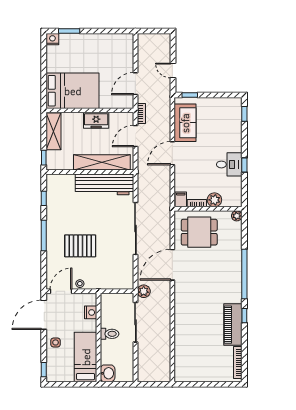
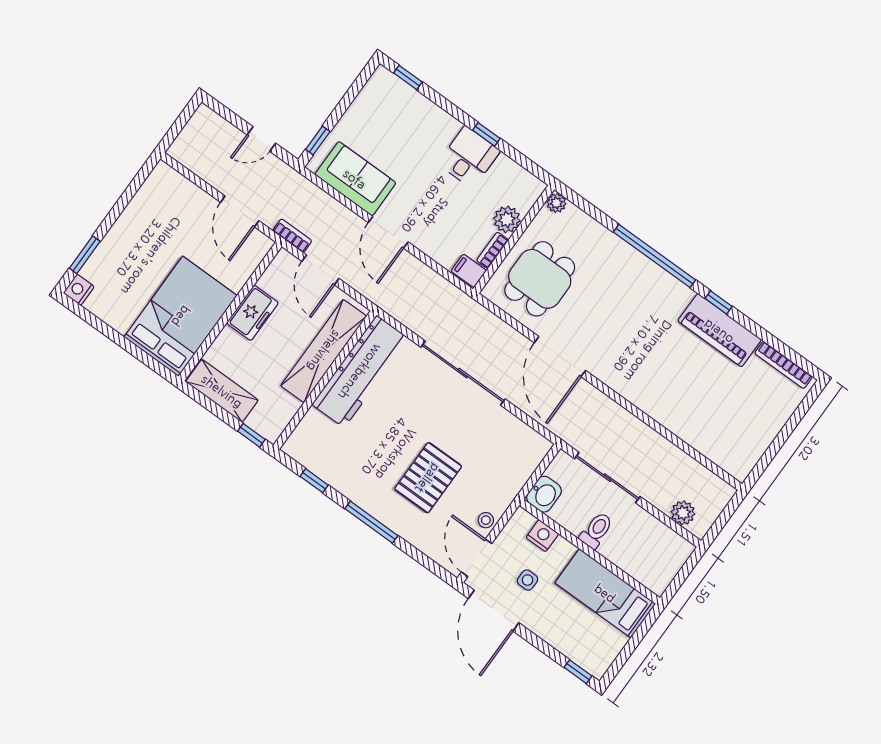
plant: (144, 291) -> (683, 513), moved
side table: (56, 342) -> (528, 580), moved
washbasin: (108, 373) -> (544, 494), moved, turned 90

